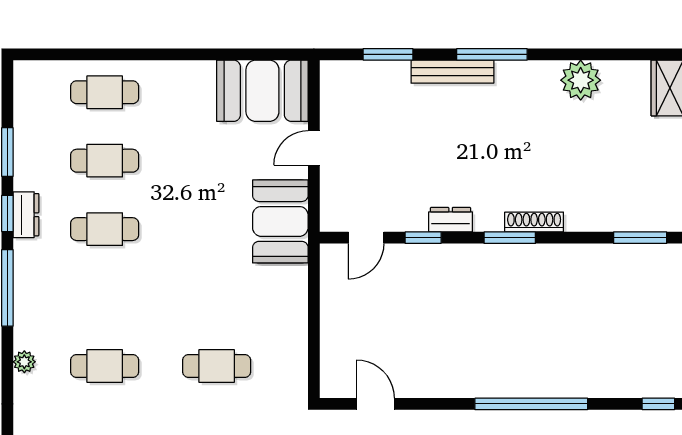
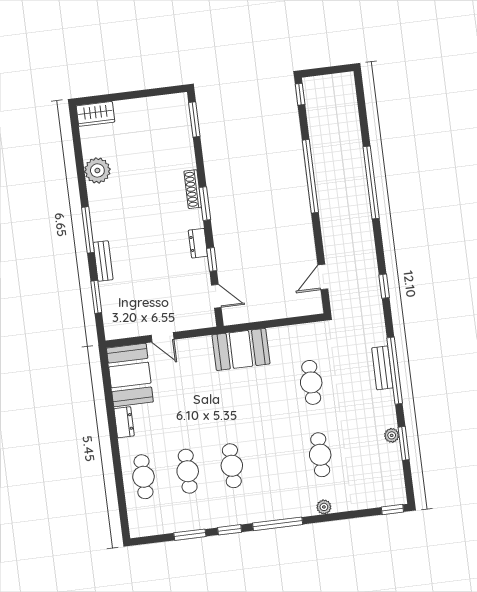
bench: (452, 72) -> (103, 261), width x0.73
dresser: (26, 215) -> (124, 422), moved, turned 90
booth: (280, 221) -> (241, 349), moved

